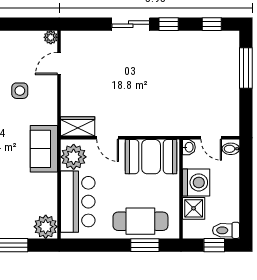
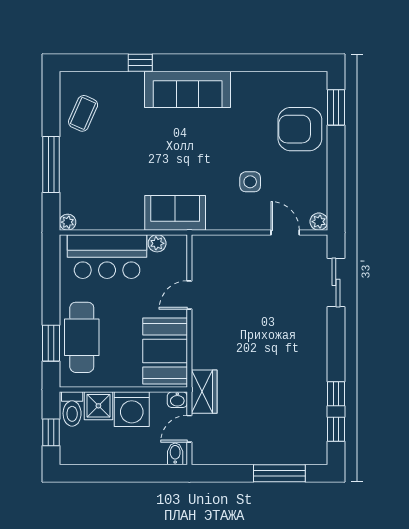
sliding door: (131, 24) -> (336, 282), moved
window: (169, 24) -> (336, 394), moved
wardrobe: (78, 126) -> (204, 392), moved
plant: (74, 157) -> (157, 243), width x0.53, depth x0.53
plant: (46, 227) -> (68, 222), width x0.53, depth x0.53
toilet: (226, 230) -> (72, 409), moved, turned 180

